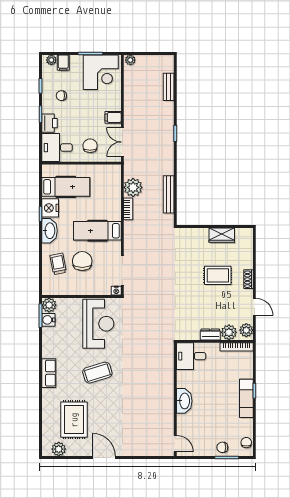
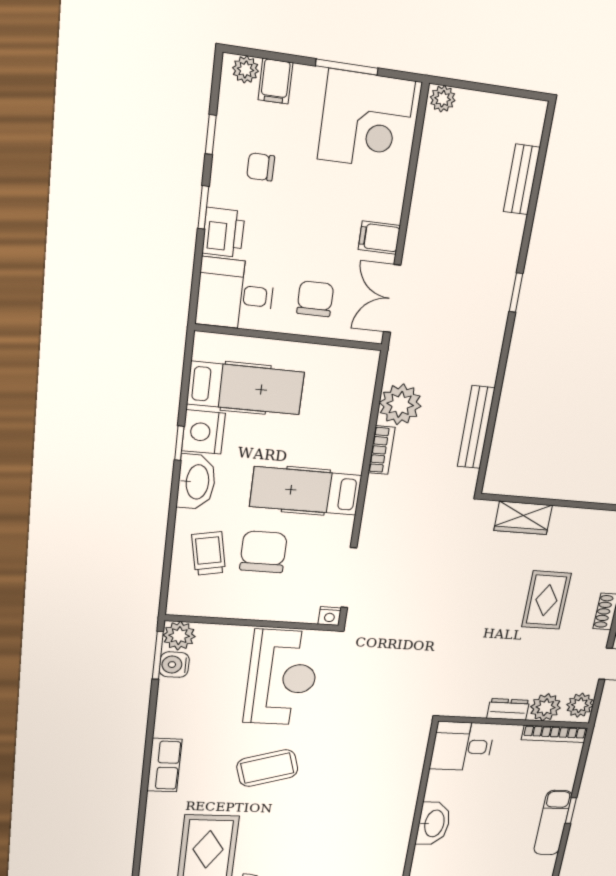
wardrobe: (222, 235) -> (523, 518), moved
rug: (218, 275) -> (546, 600), turned 90

